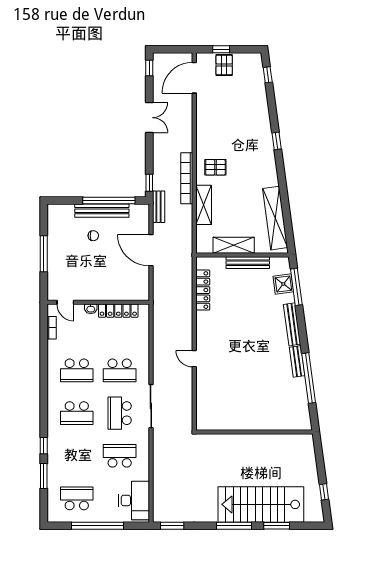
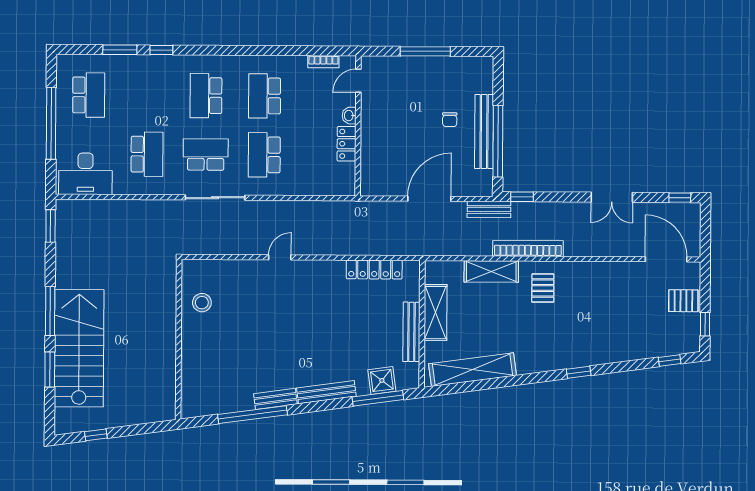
window: (221, 49) -> (705, 324), moved
locker: (118, 311) -> (347, 144), width x0.66
stool: (227, 415) -> (202, 303), added

